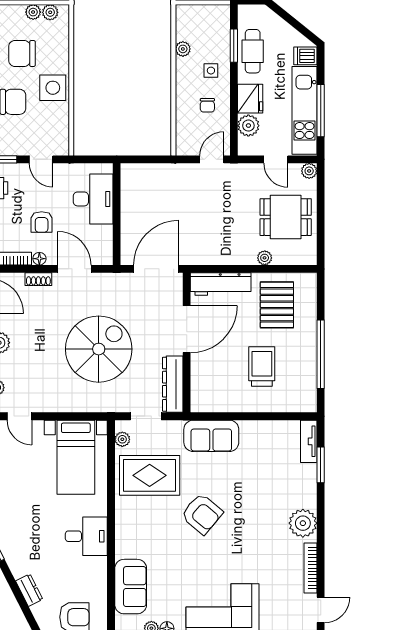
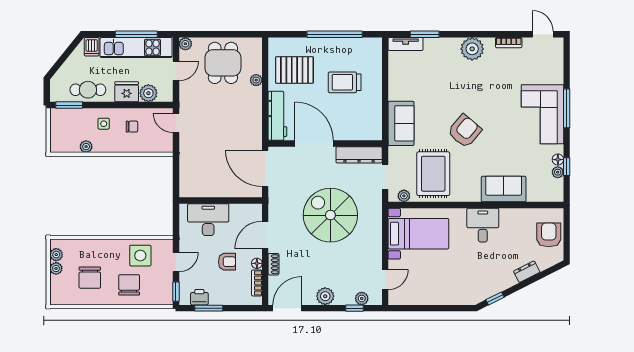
window: (234, 46) -> (69, 105), moved
side table: (53, 88) -> (140, 256), moved
bookcase: (311, 568) -> (509, 43), width x0.64
sofa: (131, 587) -> (504, 189), moved

